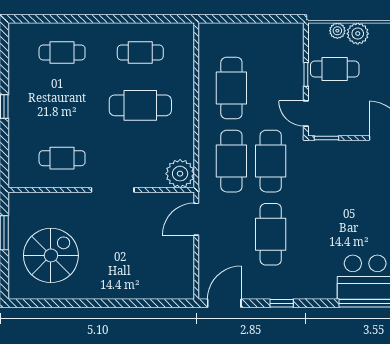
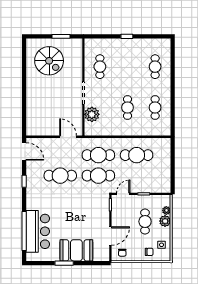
cafe table: (335, 69) -> (145, 222), moved
cafe table: (140, 105) -> (127, 107), width x0.73, depth x0.74
plant: (180, 174) -> (92, 114), moved

